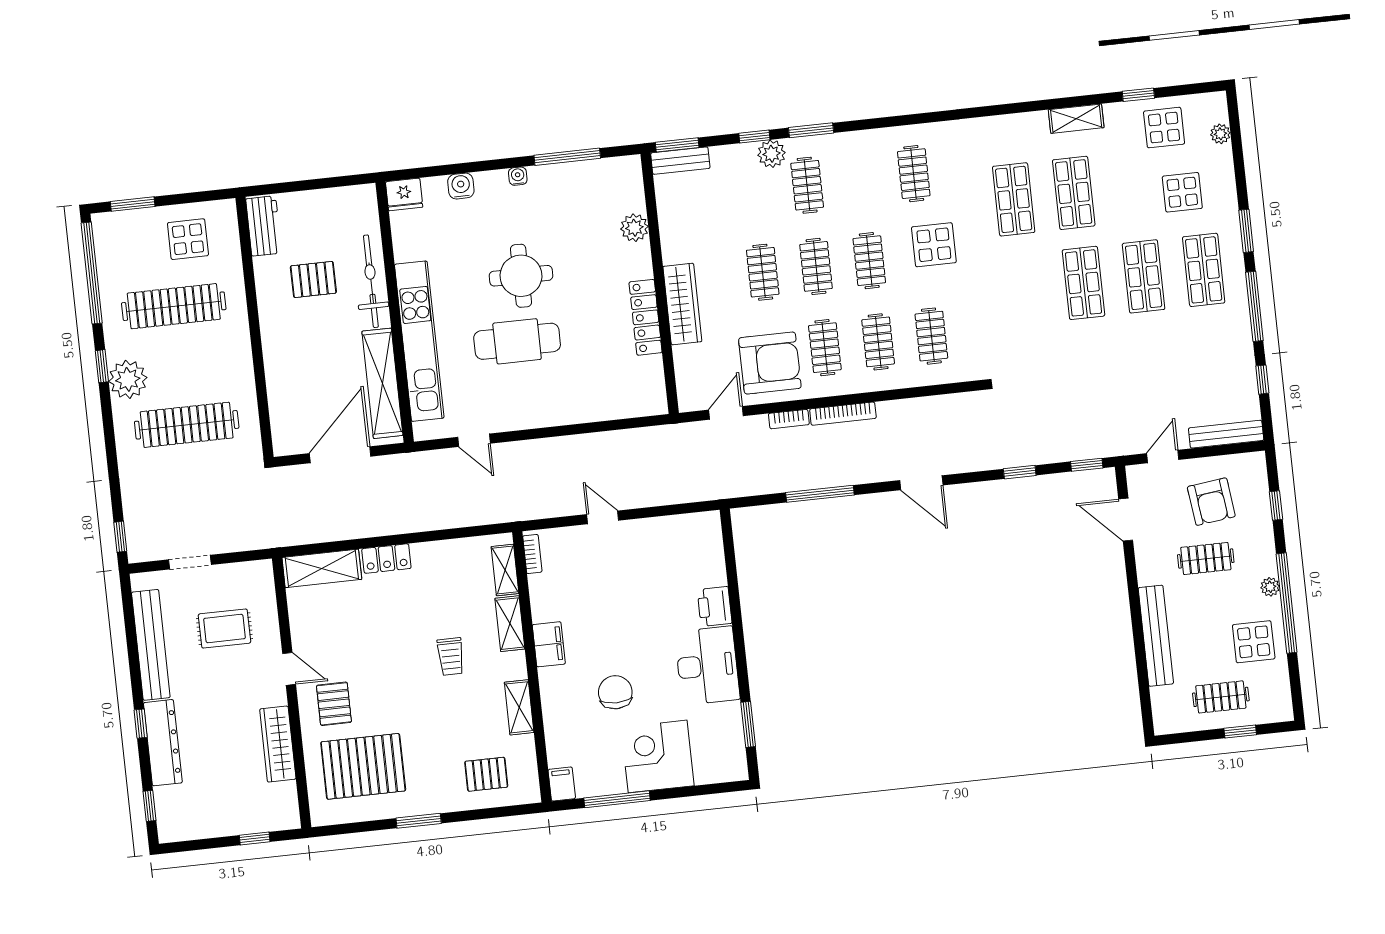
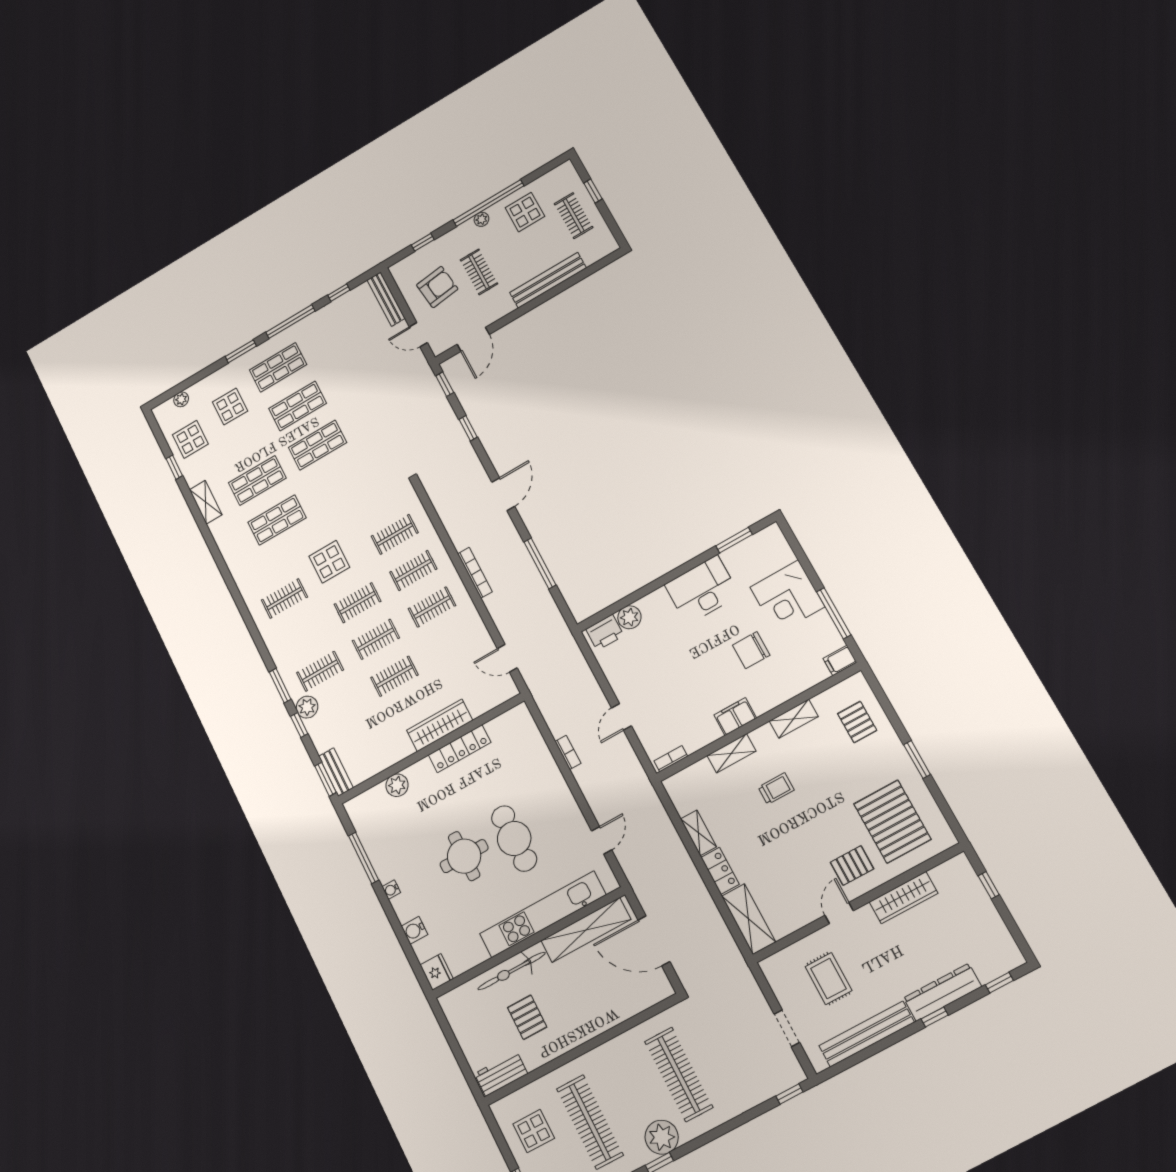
armchair: (770, 363) -> (458, 642), removed
bookcase: (789, 419) -> (568, 752), moved
shelving: (505, 570) -> (698, 833), moved, turned 90
plant: (712, 572) -> (629, 617), added
printer: (715, 607) -> (605, 632), moved

